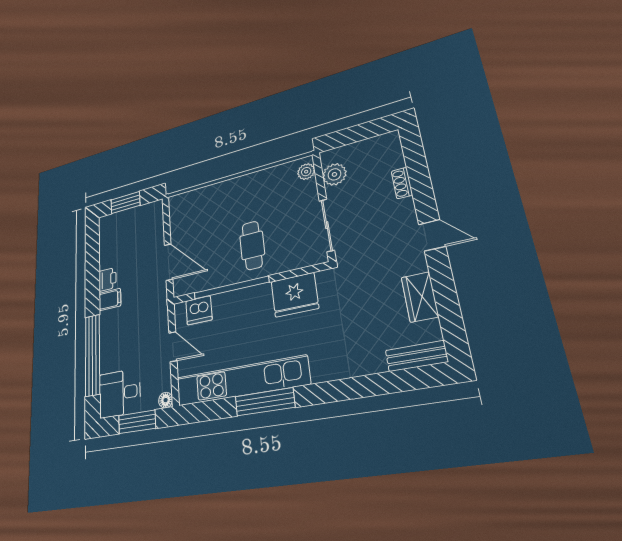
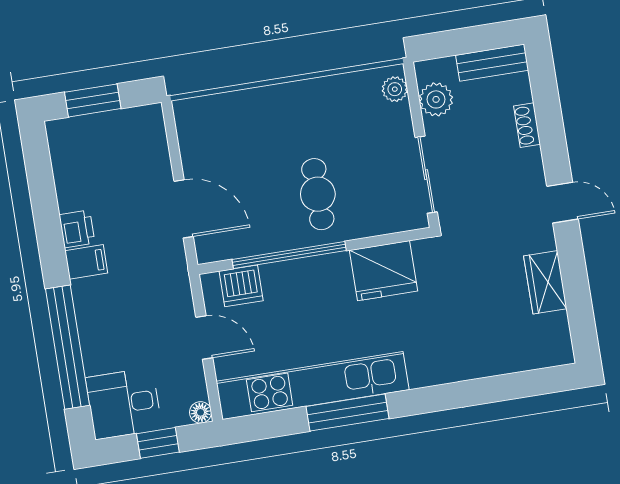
bench: (416, 356) -> (492, 63), moved
window: (137, 422) -> (158, 443), width x0.67

